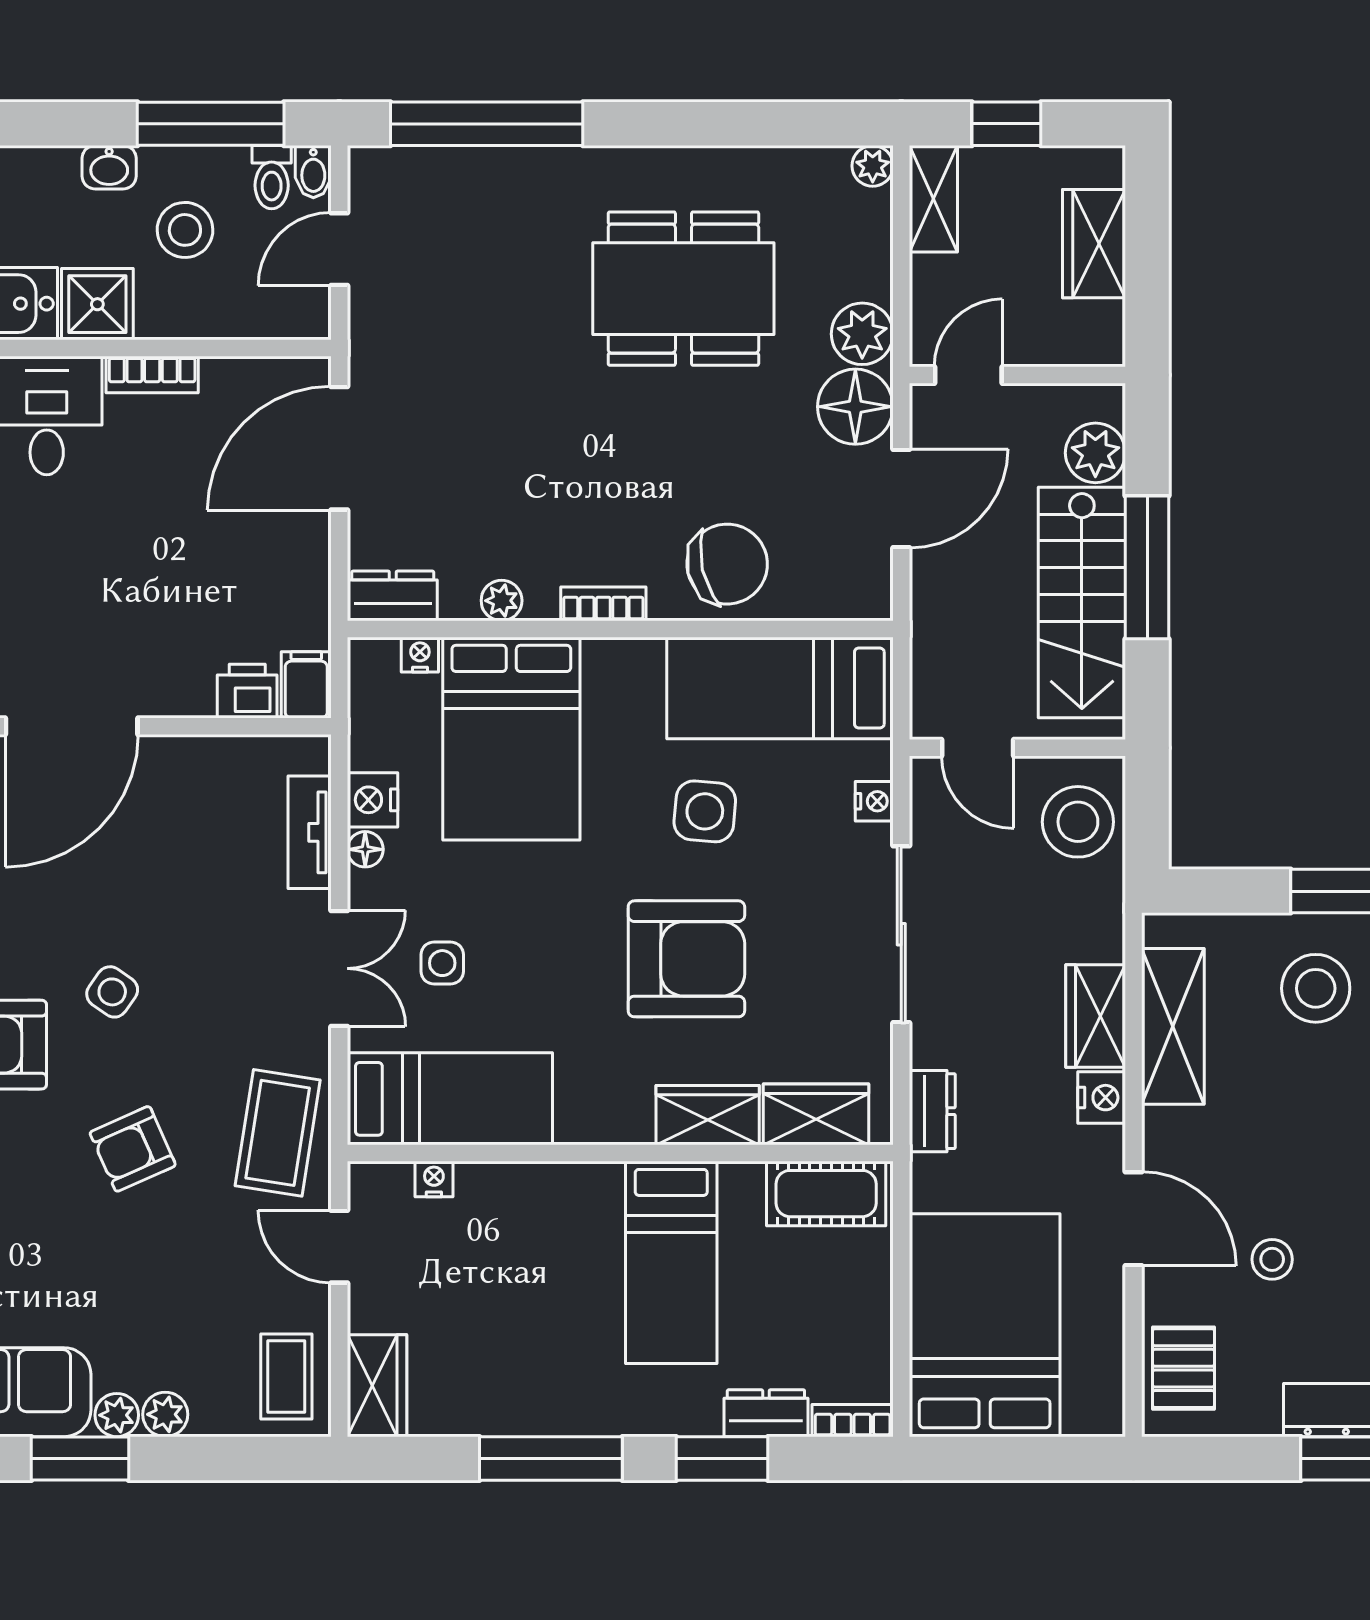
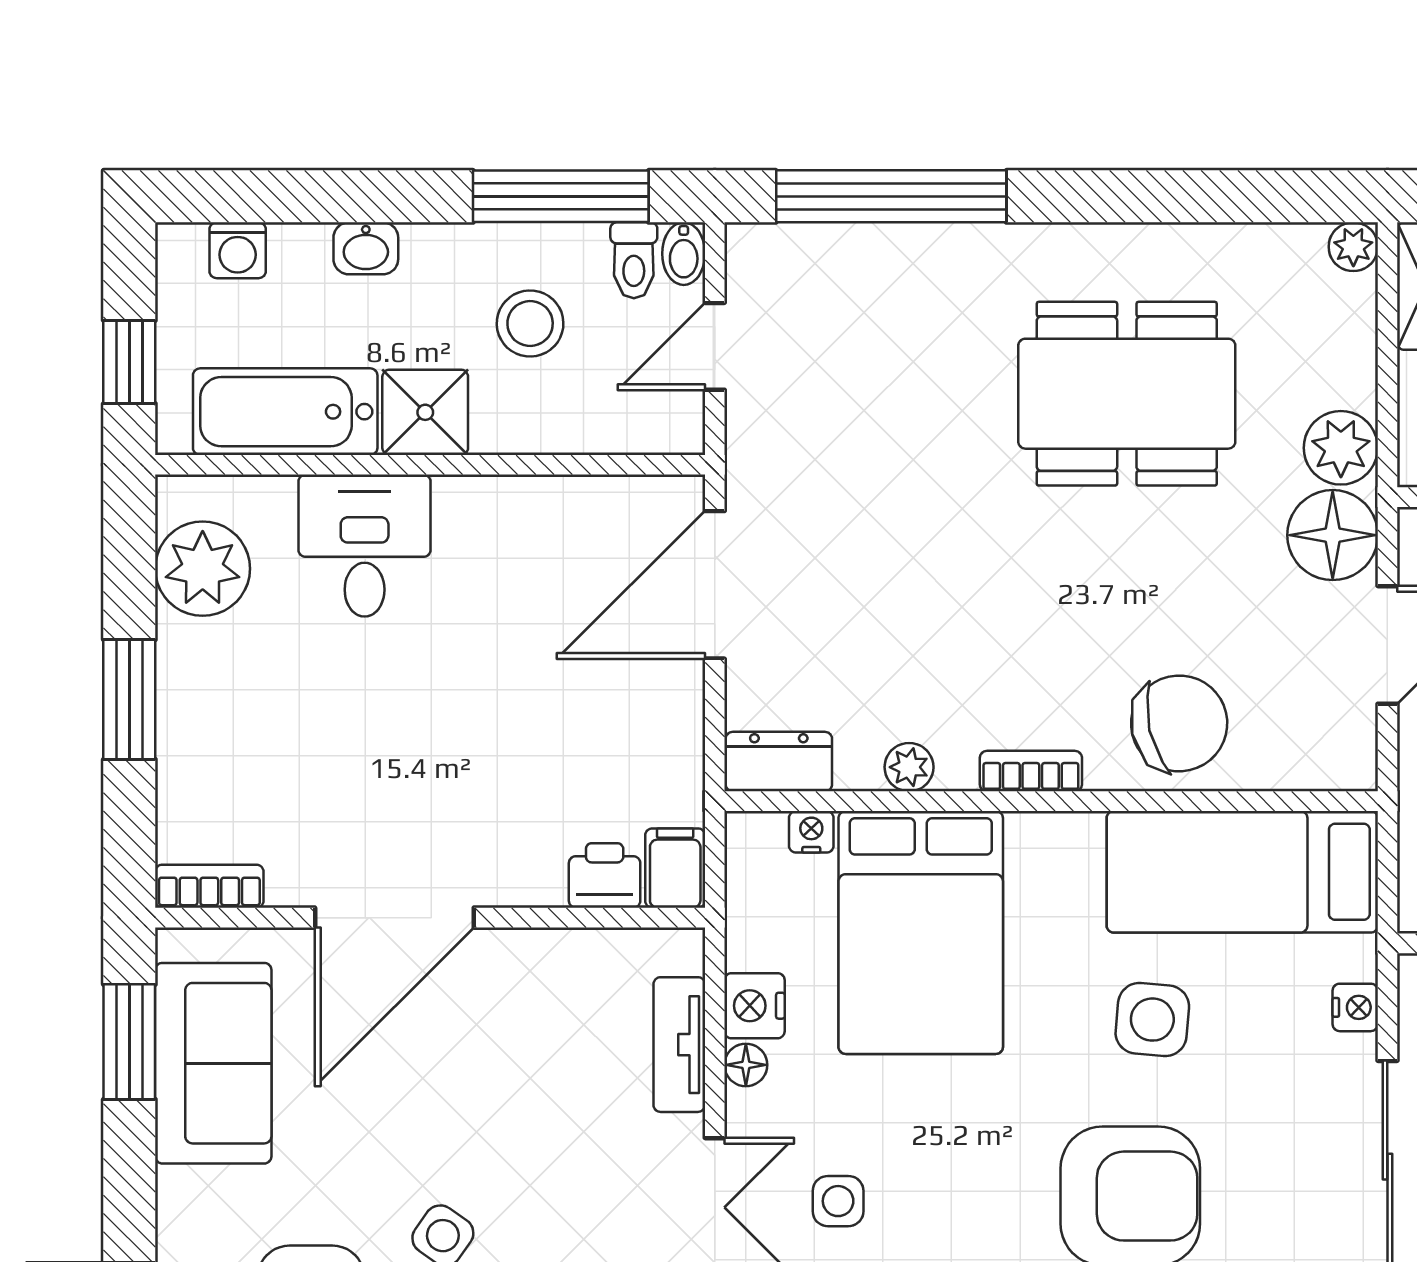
washbasin: (109, 167) -> (366, 248), moved
bookcase: (152, 374) -> (491, 497), removed

